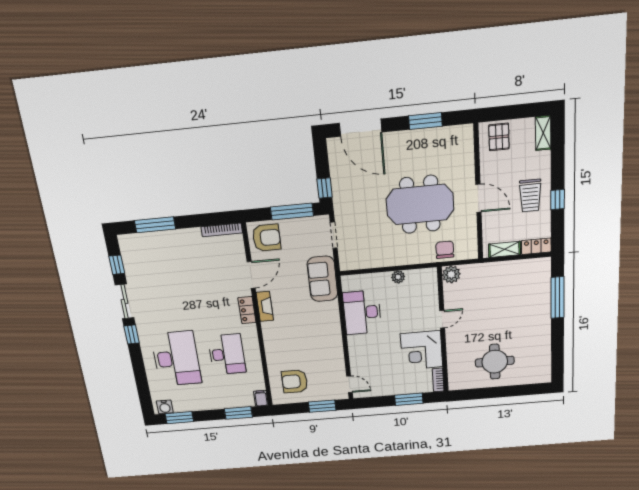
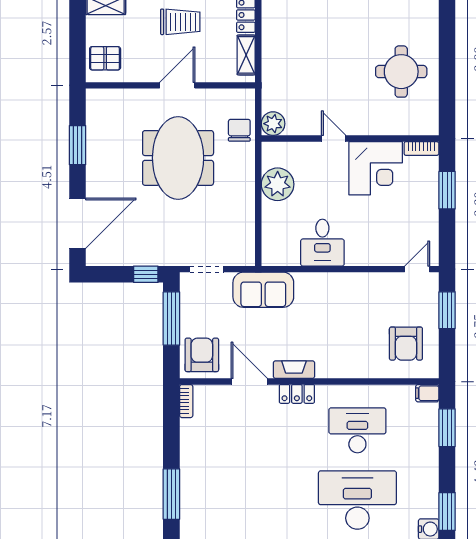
bookcase: (222, 230) -> (186, 401), width x0.64
chair: (445, 250) -> (239, 130), turned 90
plant: (398, 277) -> (278, 184), width x1.87, depth x1.87
desk: (362, 312) -> (322, 243), width x0.73

